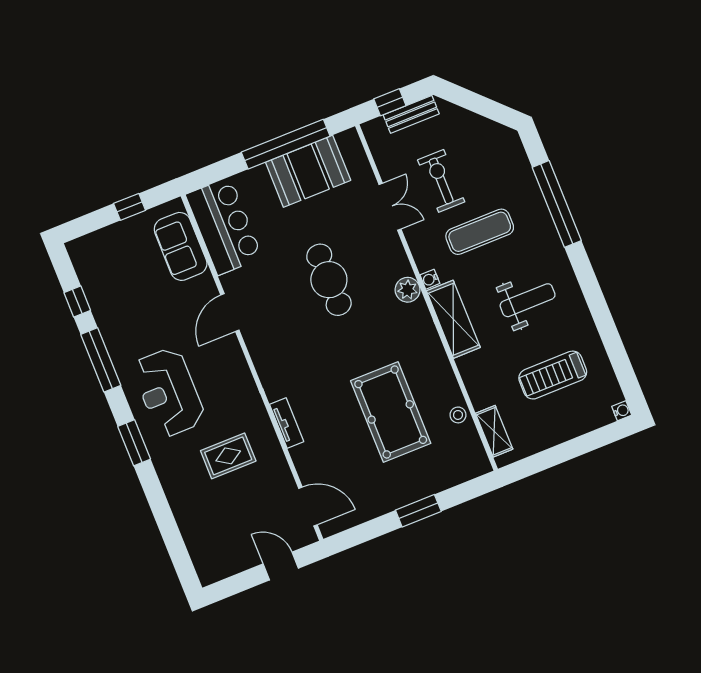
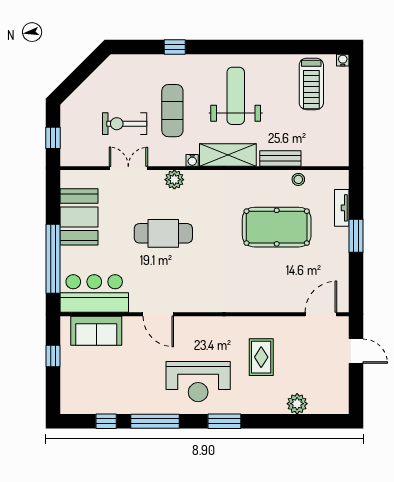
bench: (411, 114) -> (280, 159), moved, turned 90
window: (286, 144) -> (53, 259), moved
window: (557, 204) -> (175, 47), width x0.32
plant: (408, 290) -> (174, 180), moved
weight bench: (528, 300) -> (236, 96), width x1.36, depth x1.33
treadmill: (553, 375) -> (311, 84), moved
tv unit: (287, 423) -> (342, 208), moved, turned -90
shelving: (494, 431) -> (321, 158), removed
plant: (190, 521) -> (297, 404), added
door: (281, 566) -> (356, 351), swing flipped

